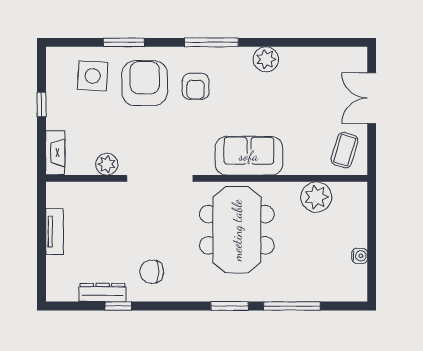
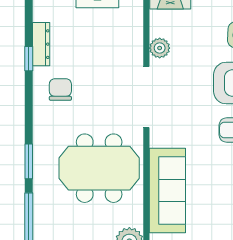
sofa: (249, 156) -> (167, 190), width x1.36

